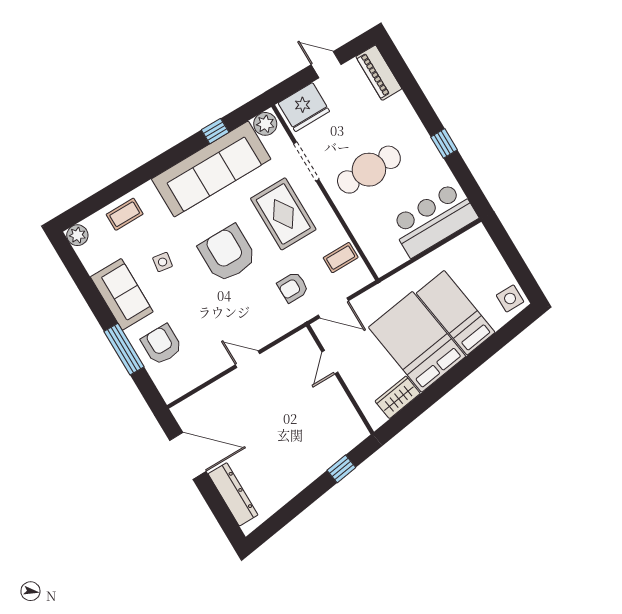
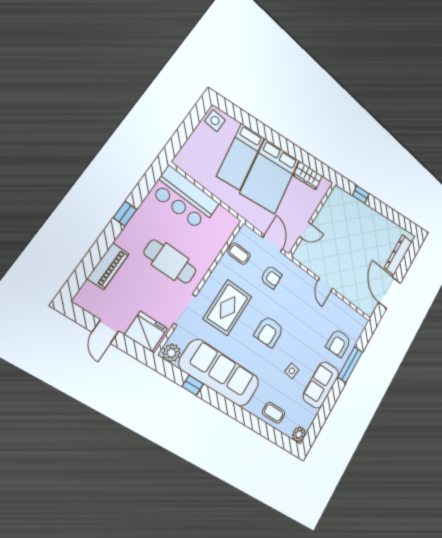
piano: (379, 73) -> (108, 266), moved
armchair: (228, 254) -> (269, 332), width x0.73, depth x0.73

